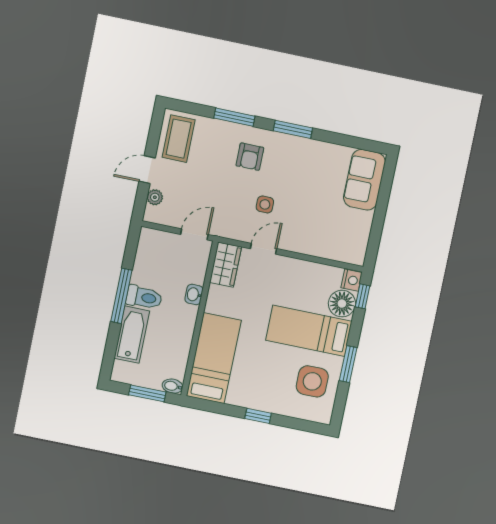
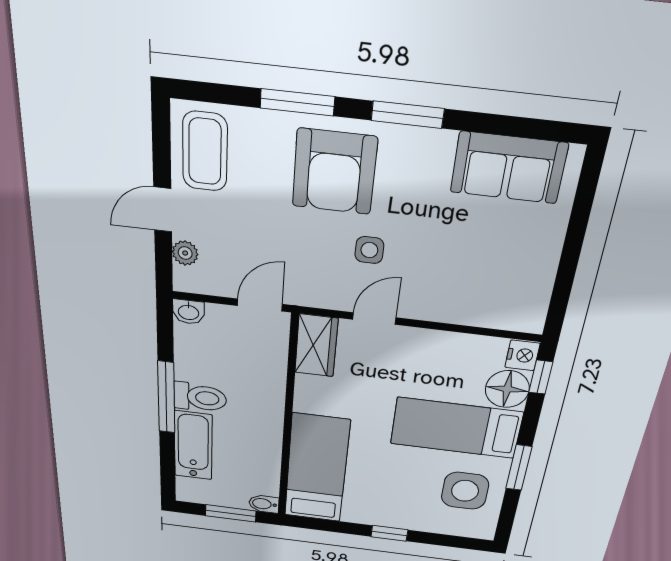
armchair: (250, 157) -> (334, 172), width x1.88, depth x1.88
sofa: (364, 180) -> (509, 168), moved, turned -90
washbasin: (194, 294) -> (188, 312), moved, turned -90

